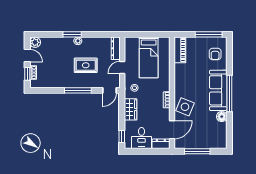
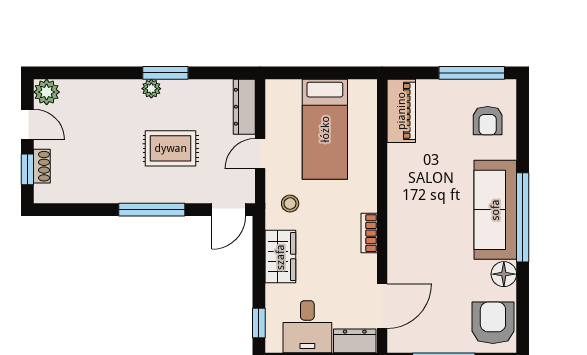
window: (72, 34) -> (165, 73), moved
side table: (185, 107) -> (414, 250), removed
armchair: (217, 136) -> (493, 323), added

